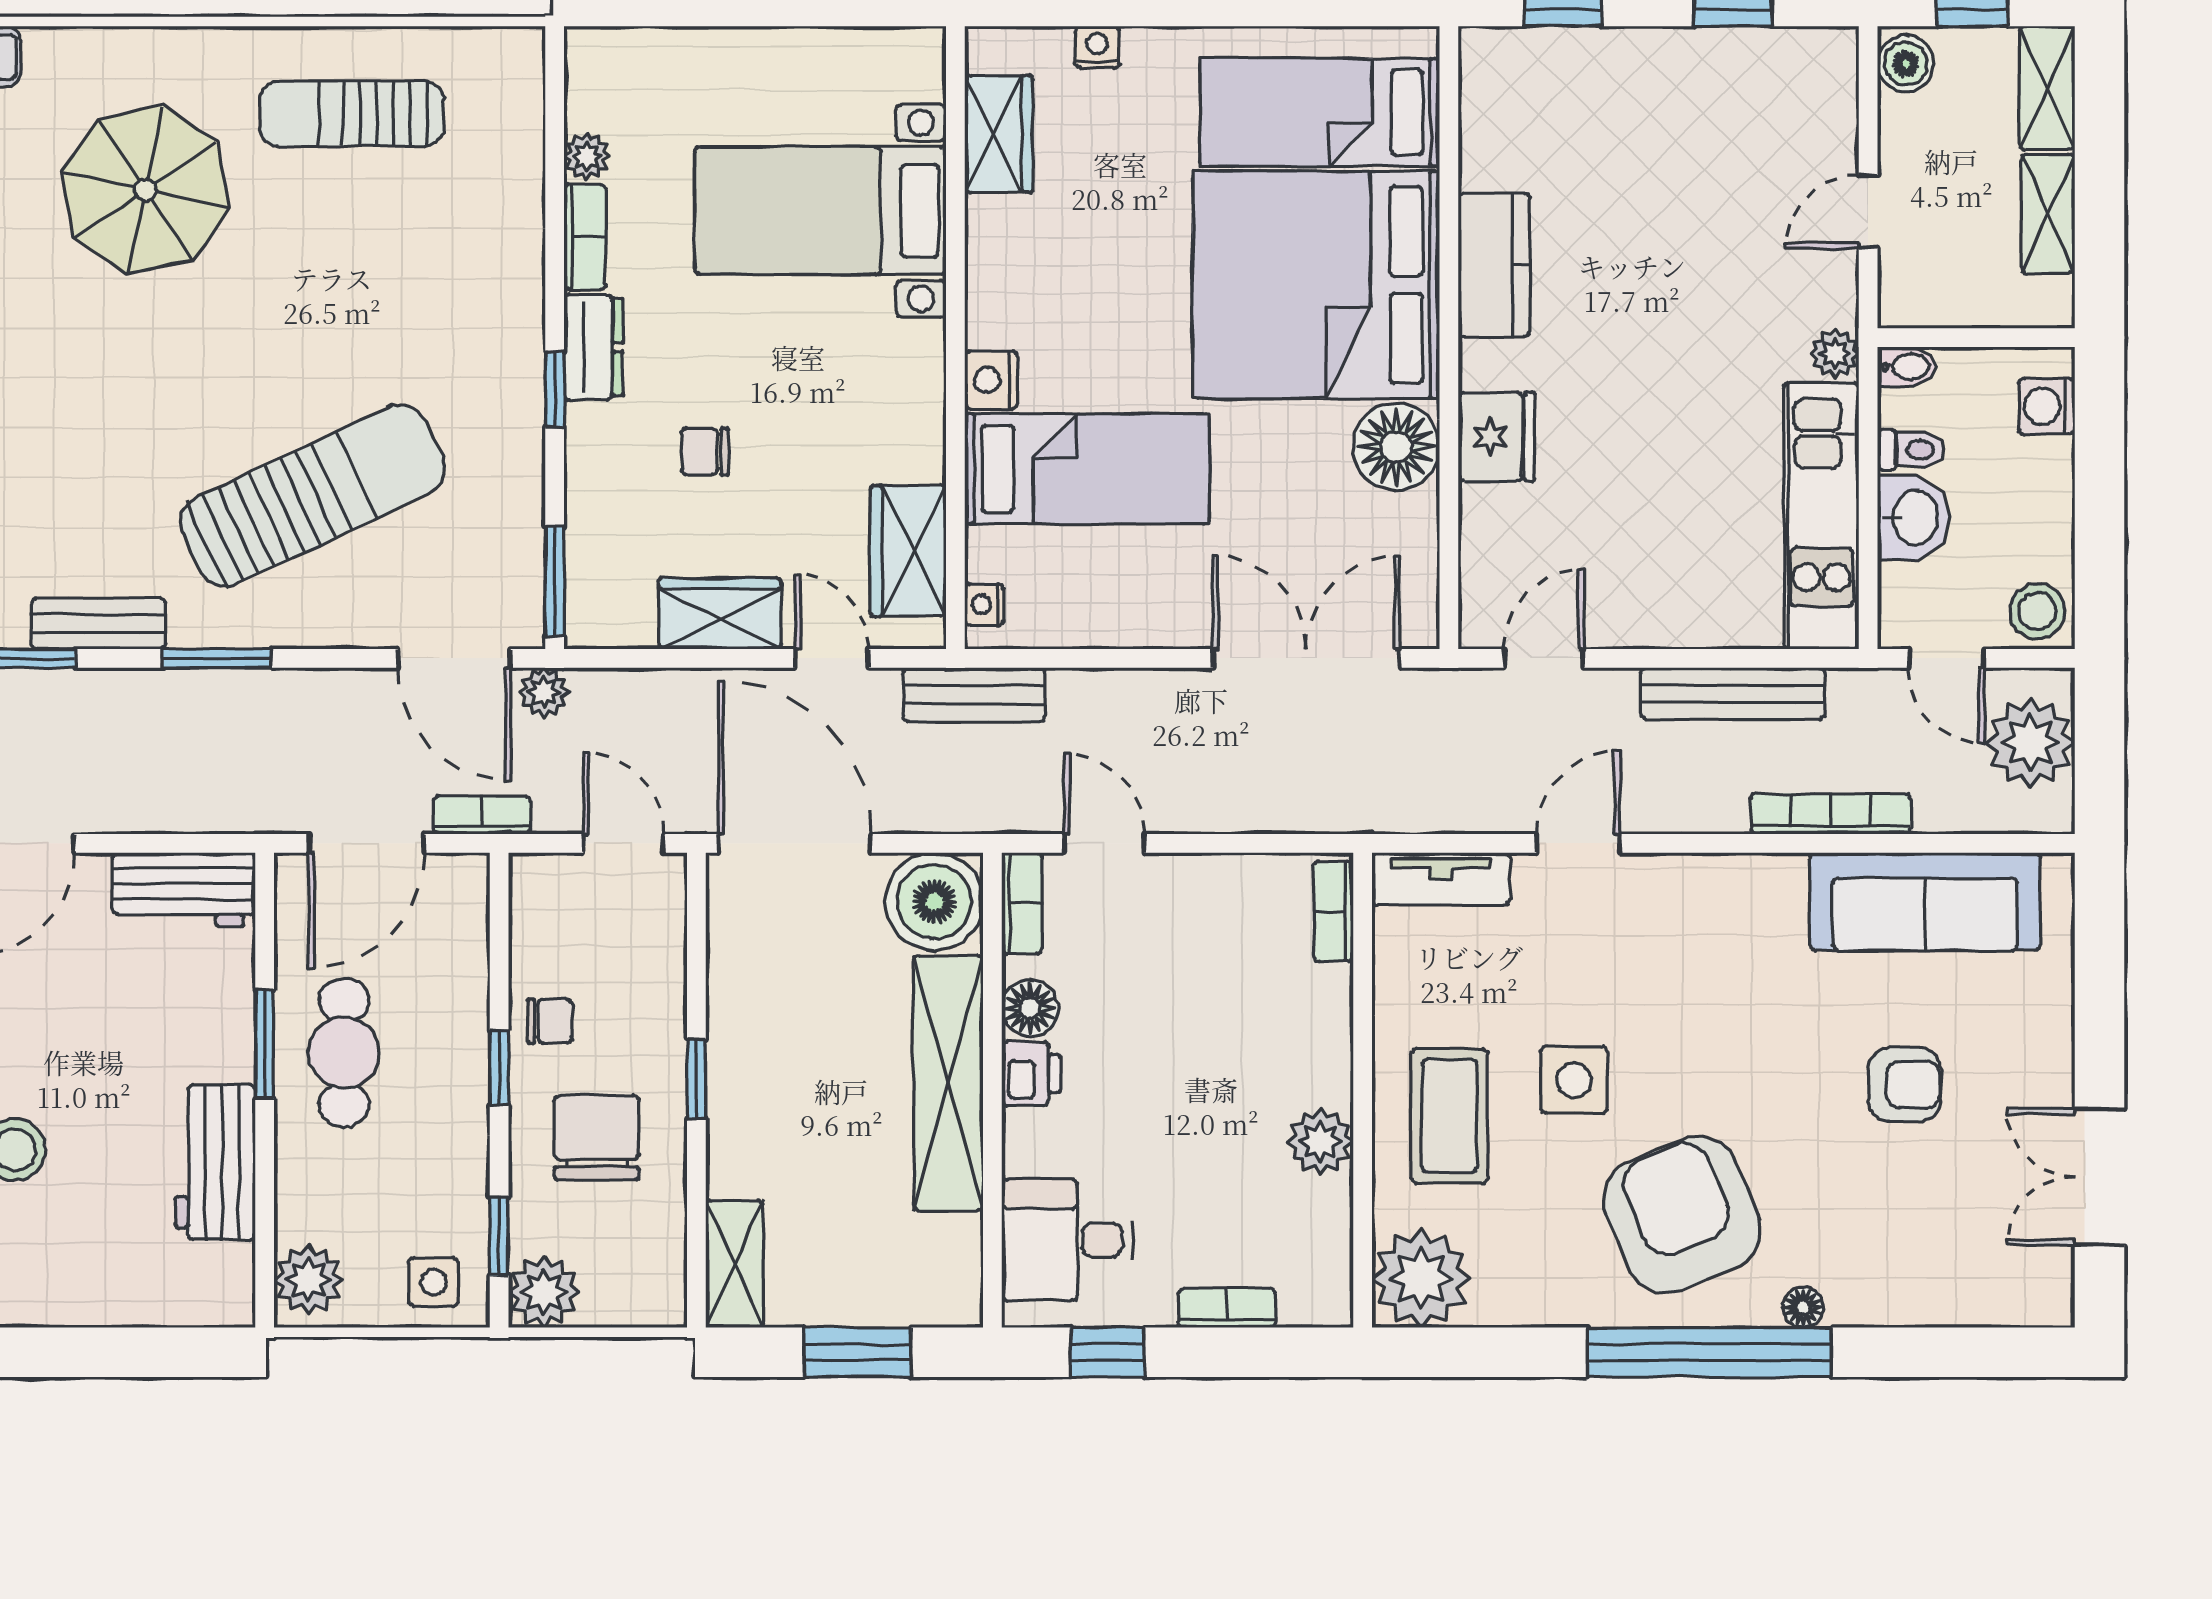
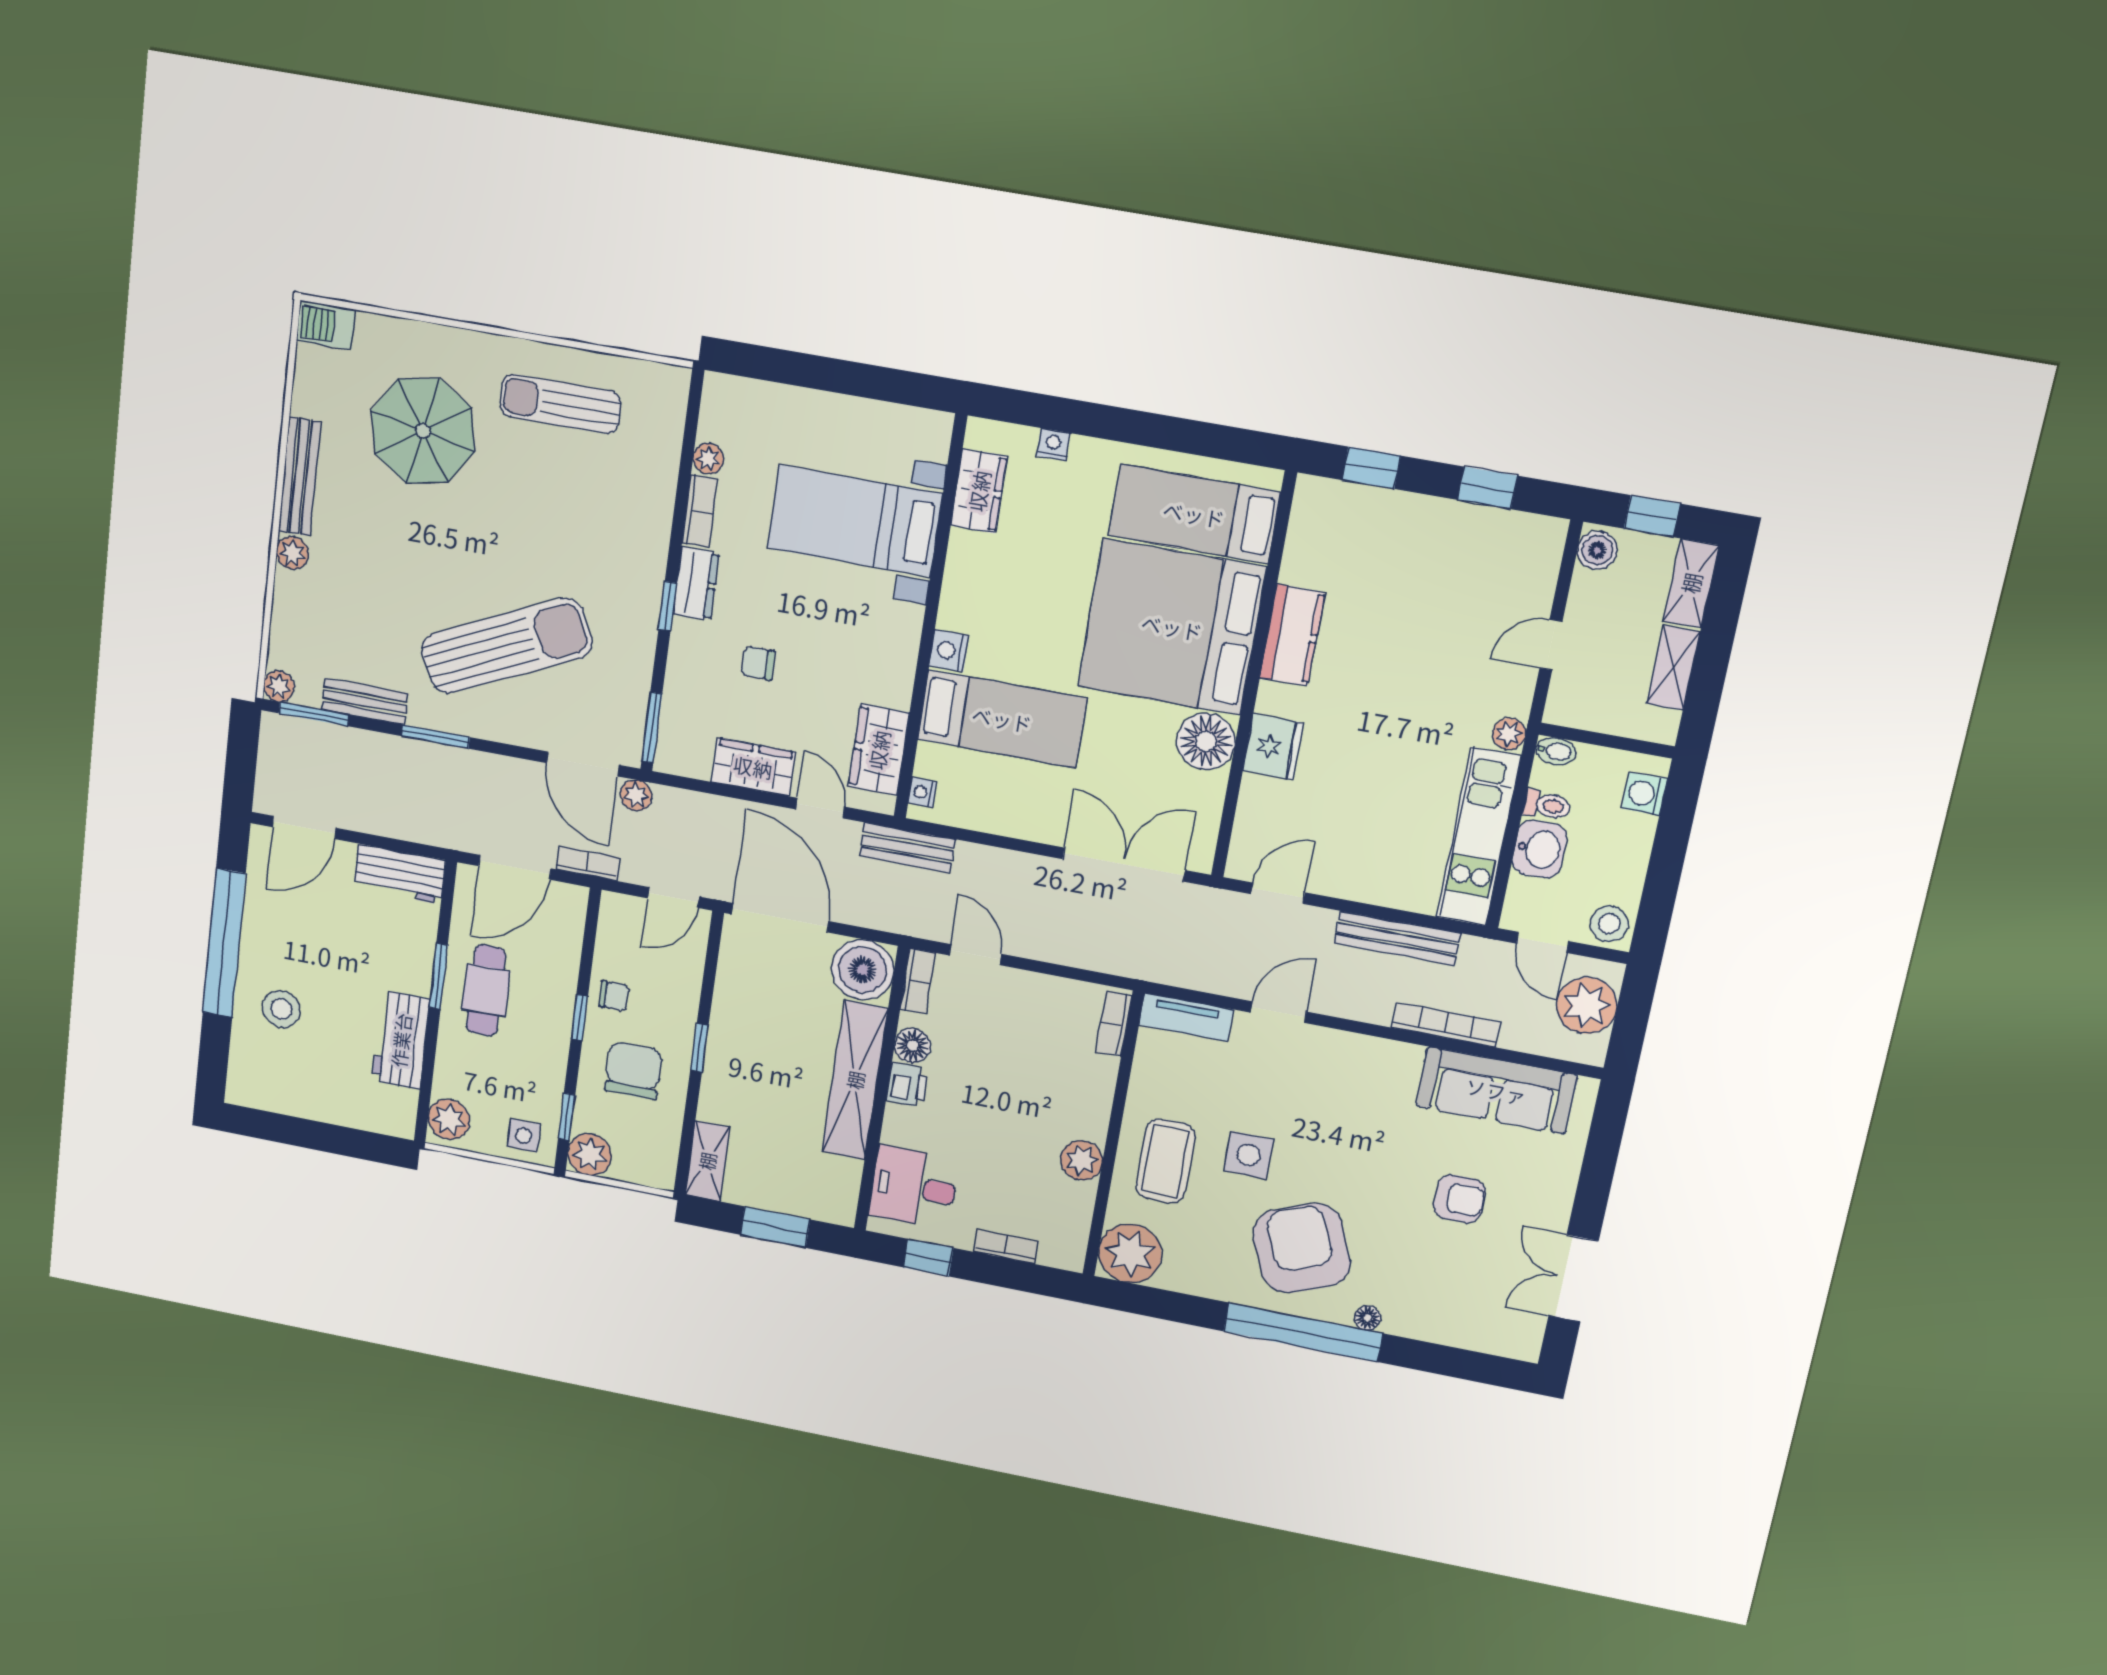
door: (623, 843) -> (674, 897), swing flipped

